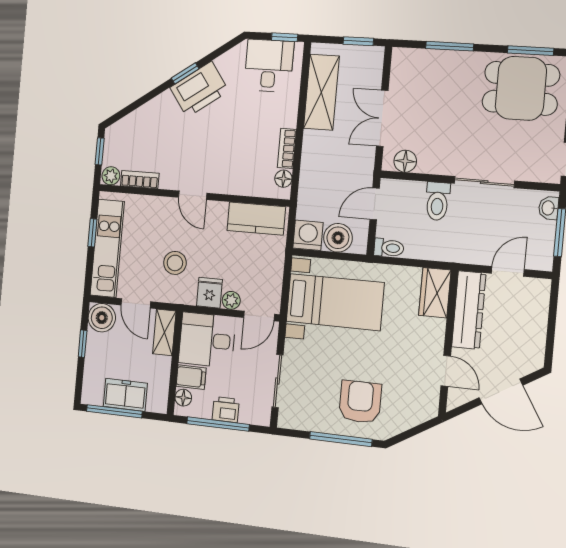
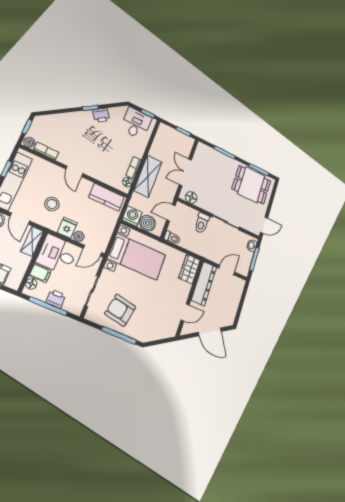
printer: (199, 89) -> (101, 115), width x0.53, depth x0.68
shelving: (321, 92) -> (148, 176), moved
door: (446, 371) -> (185, 313), hinge flipped
armchair: (360, 402) -> (120, 310), moved, turned -79

